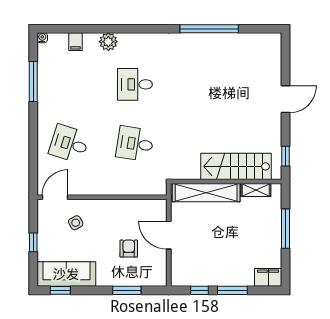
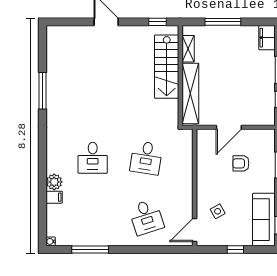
window: (209, 29) -> (43, 91), width x0.68
filing cabinet: (76, 42) -> (54, 197), moved
desk: (69, 144) -> (146, 217), turned -36
door: (55, 197) -> (195, 230), hinge flipped

